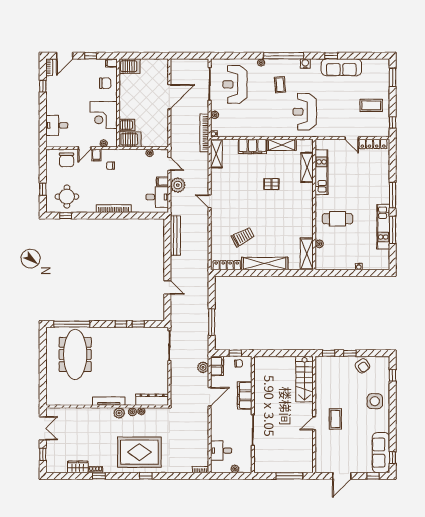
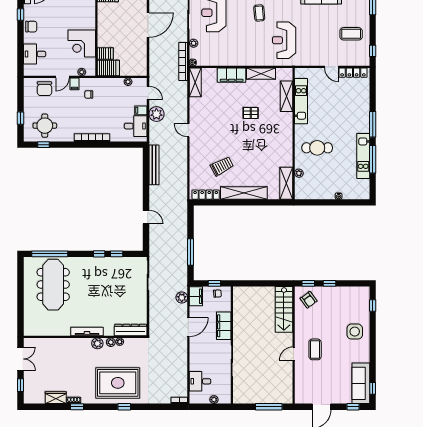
chair: (105, 83) -> (31, 27), moved
armchair: (362, 366) -> (309, 300), moved

